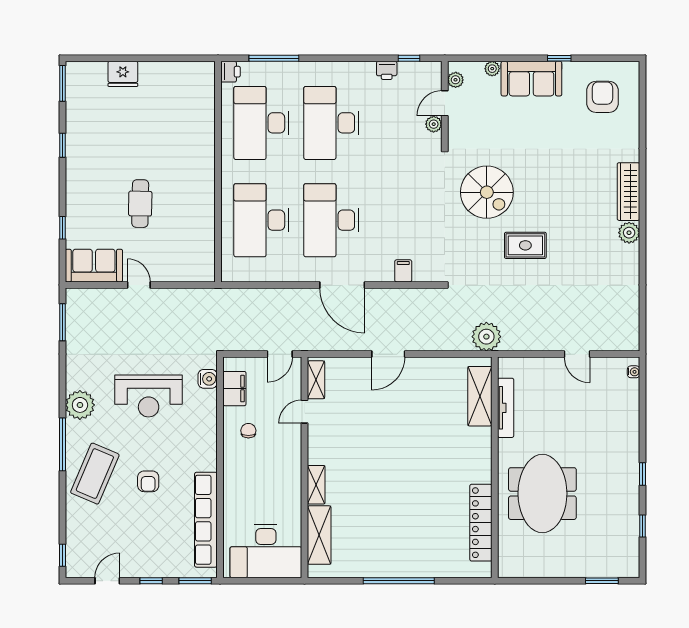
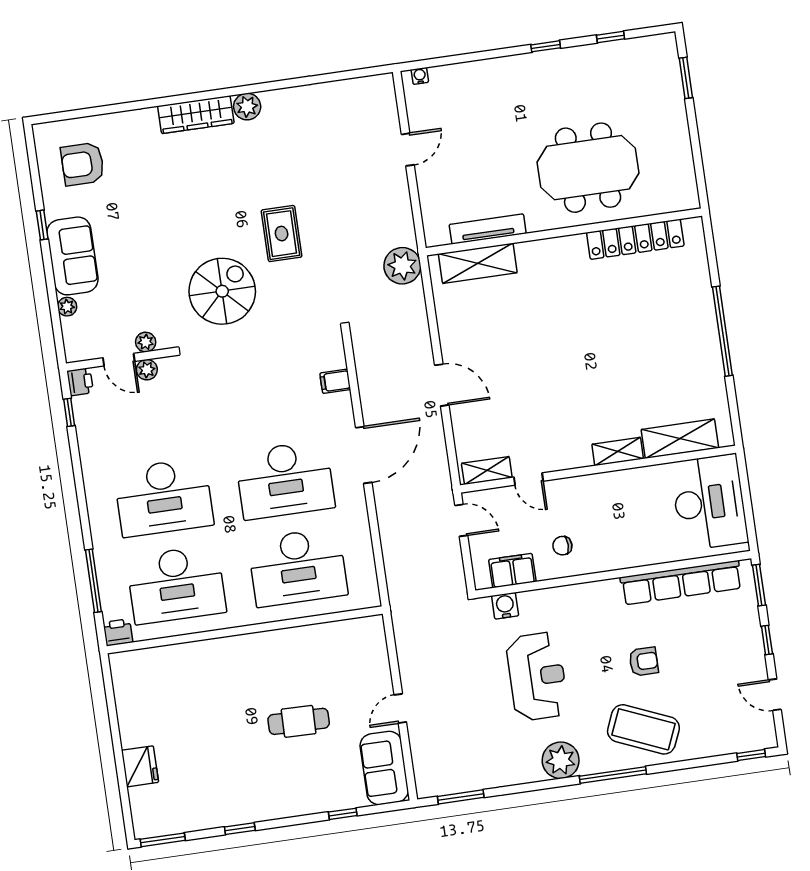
printer: (387, 70) -> (80, 382), moved
plant: (456, 80) -> (146, 342), moved

